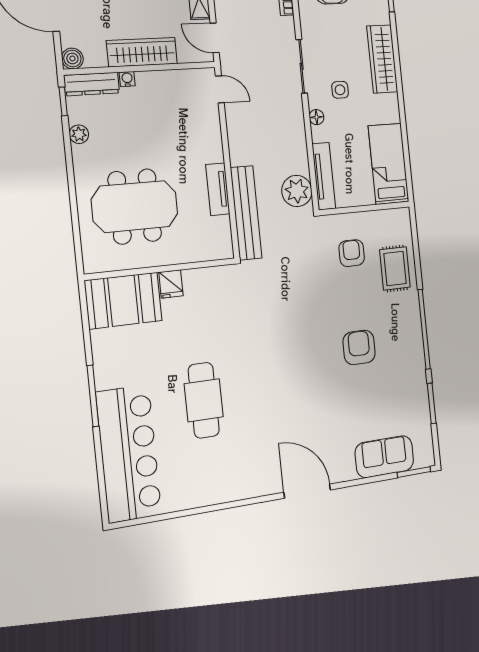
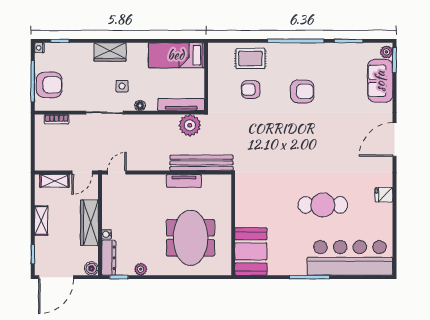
wardrobe: (382, 59) -> (110, 52), width x0.67
armchair: (352, 253) -> (251, 90), moved
fridge: (171, 284) -> (384, 195), moved, turned 180
armchair: (359, 347) -> (302, 91), turned 180
plant: (423, 459) -> (386, 52), added

